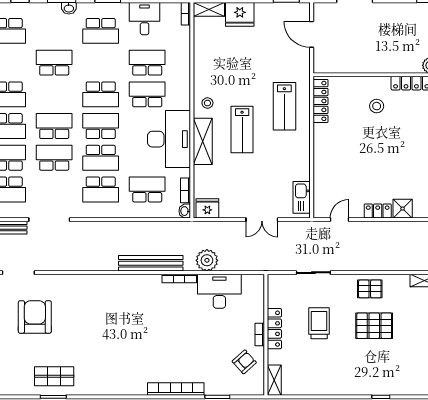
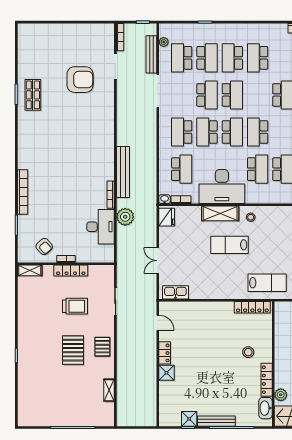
lab bench: (284, 106) -> (267, 283), moved, turned 180

